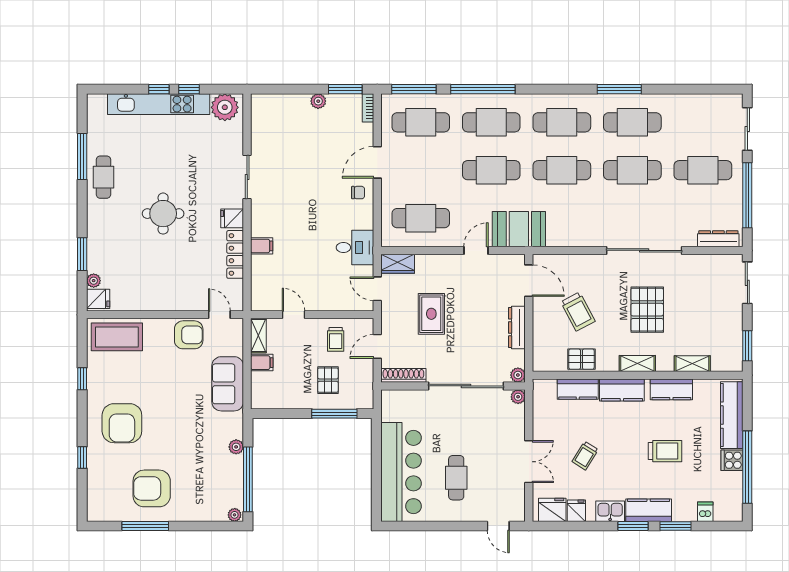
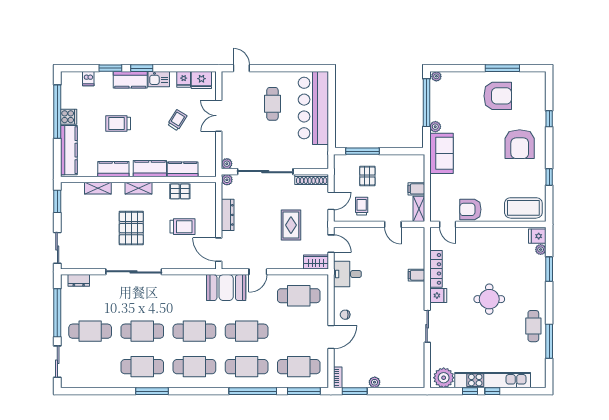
dresser: (718, 239) -> (79, 280), width x0.70
trolley: (578, 312) -> (182, 227), turned 118
sofa: (228, 384) -> (441, 153), moved
armchair: (122, 423) -> (520, 144), turned 180

